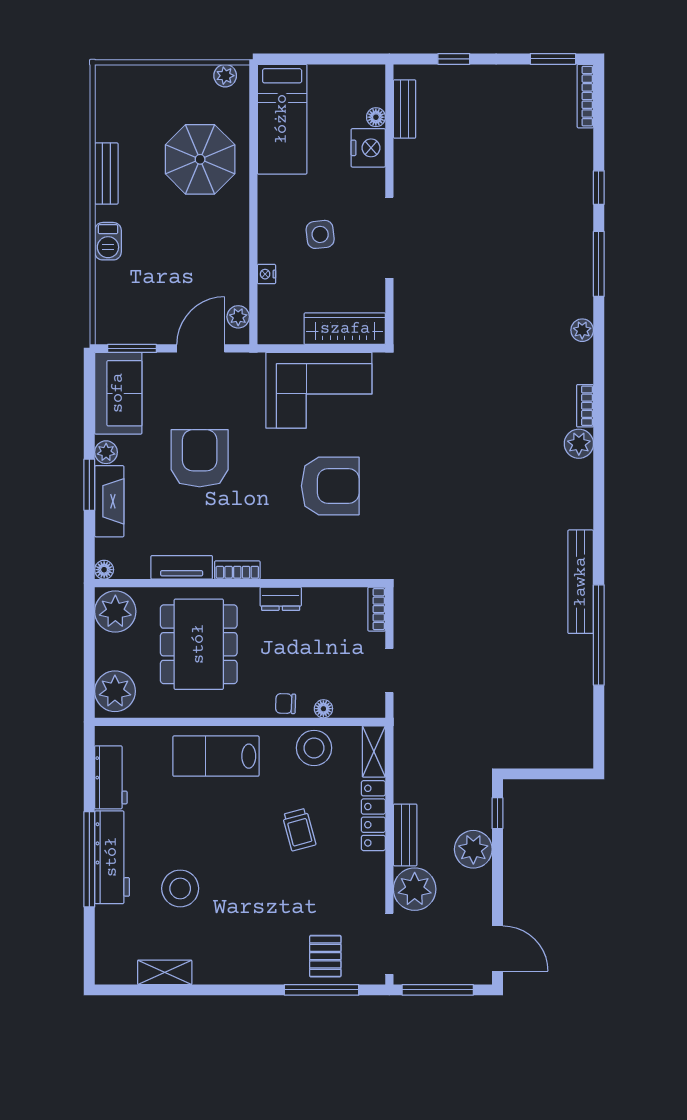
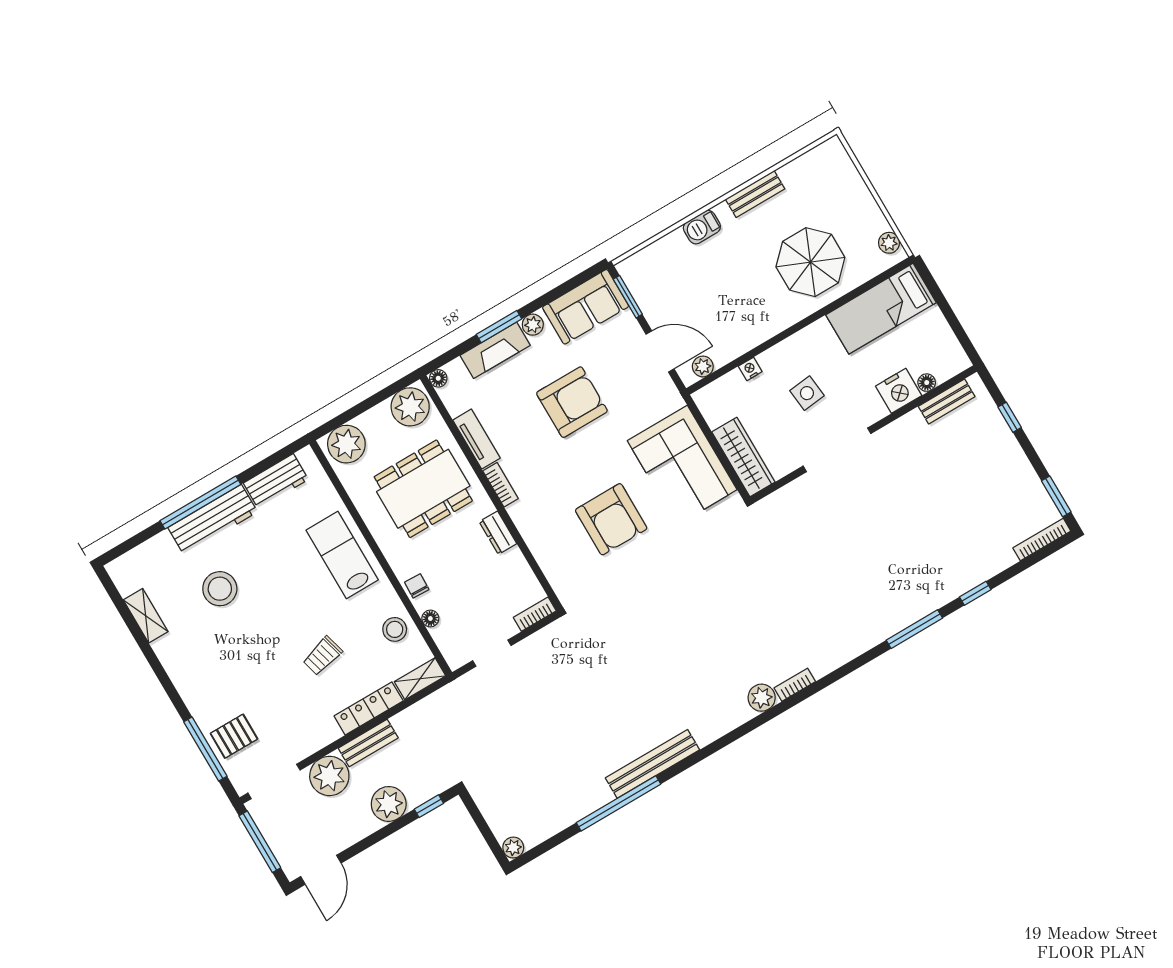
plant: (582, 330) -> (513, 848), moved
stool: (314, 748) -> (395, 629), width x0.73, depth x0.73

